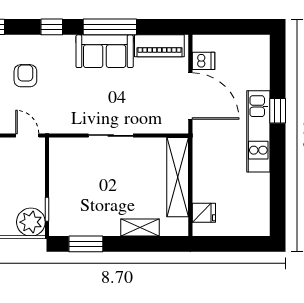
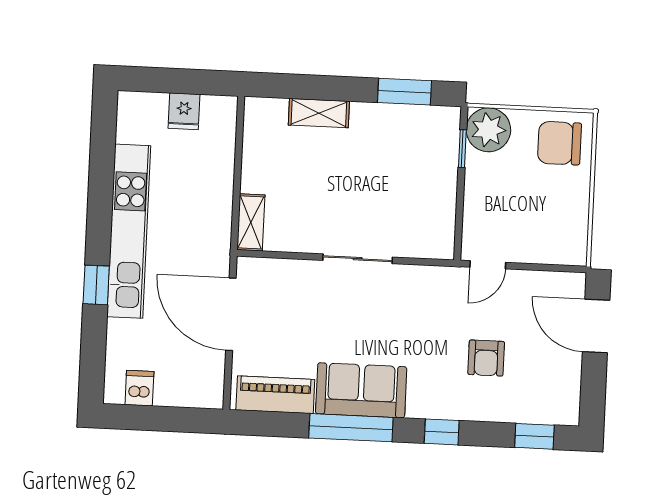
dishwasher: (204, 61) -> (139, 388), moved, turned 90
kitchen unit: (258, 131) -> (129, 231), width x1.36
door: (27, 135) -> (488, 265), hinge flipped
shelving: (178, 177) -> (251, 222), width x0.45, depth x0.75
fridge: (204, 213) -> (184, 111), moved, turned -90

